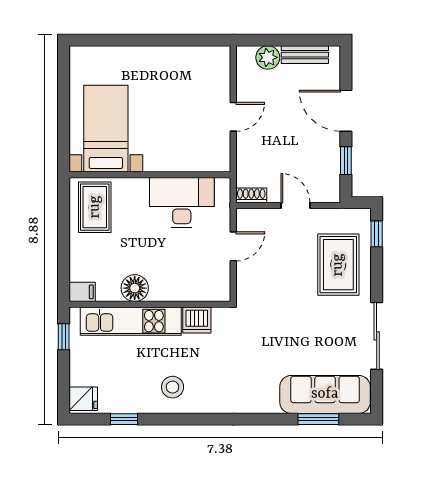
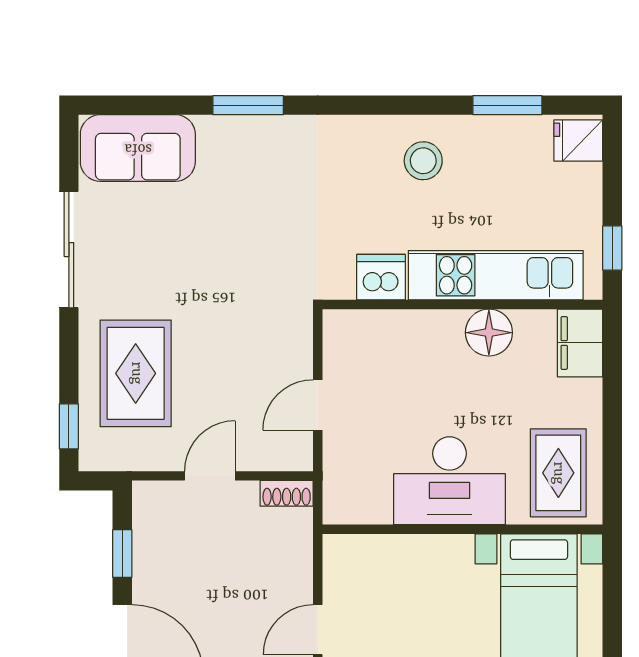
desk: (182, 203) -> (450, 481), moved
door: (295, 205) -> (210, 476), swing flipped
filing cabinet: (82, 292) -> (580, 343), width x2.00
sofa: (325, 394) -> (138, 148), width x0.73
window: (124, 419) -> (507, 105), width x1.50
window: (318, 419) -> (248, 105), moved

